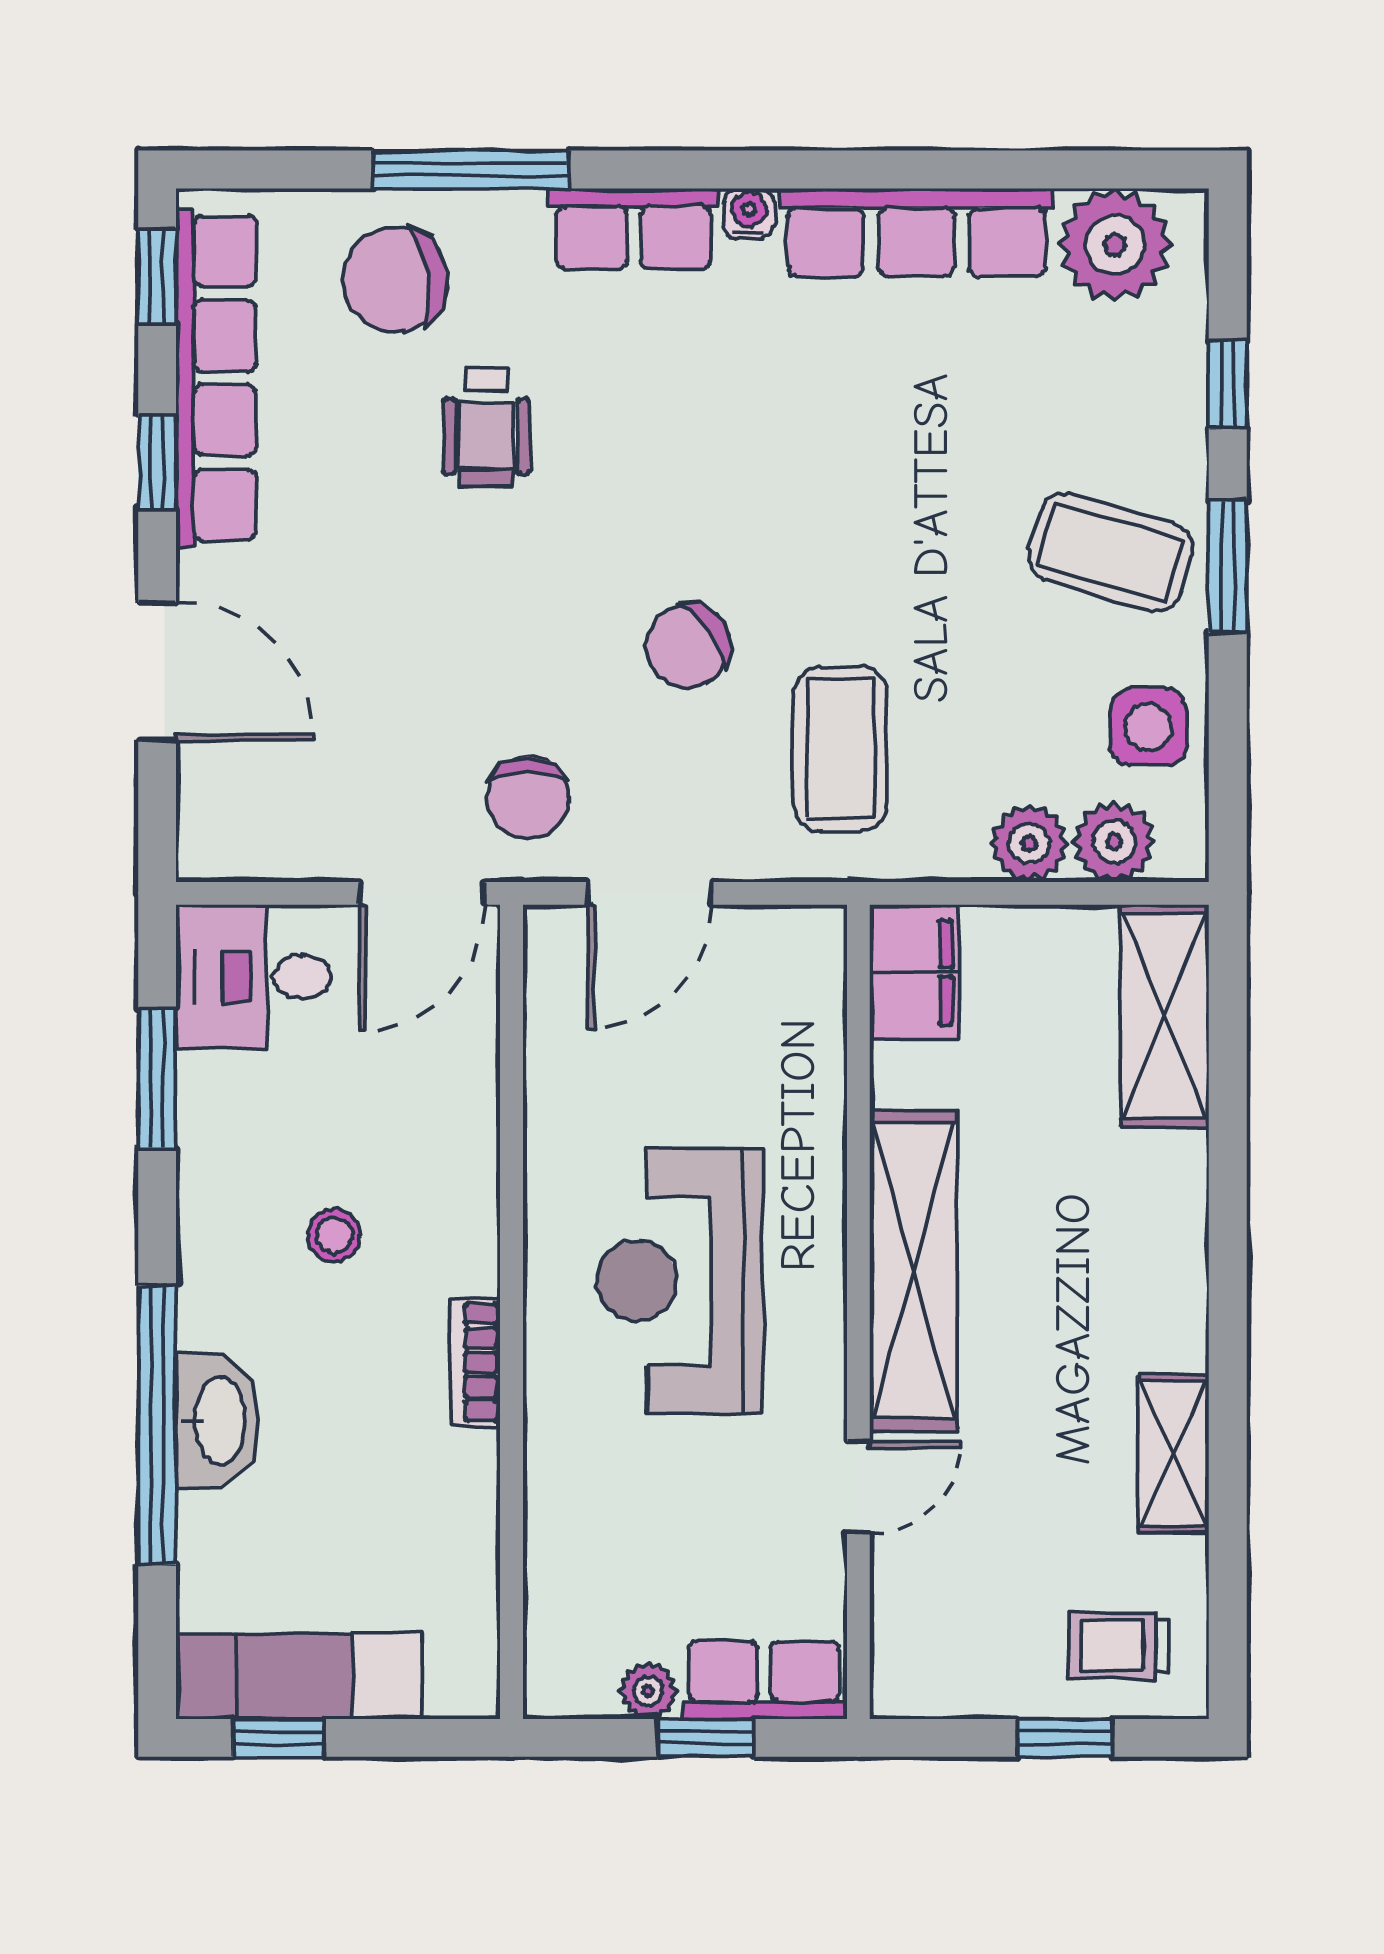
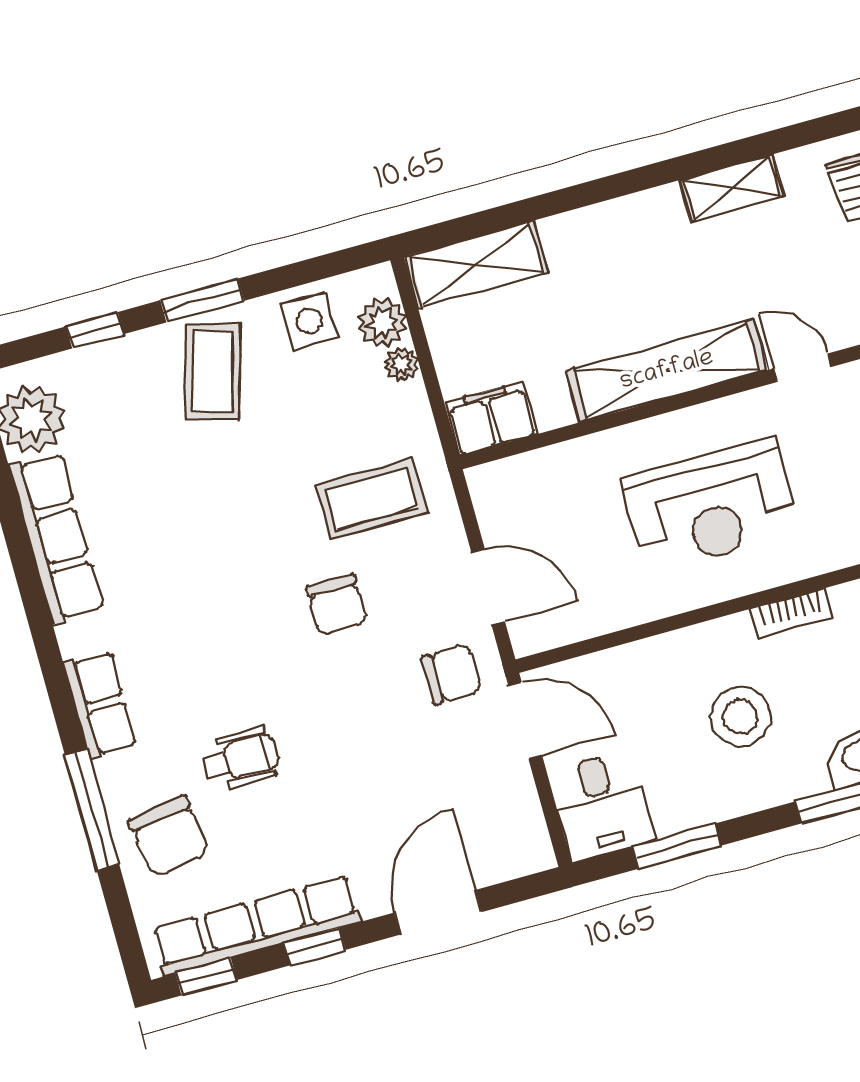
water cooler: (749, 213) -> (73, 639), removed
chair: (688, 646) -> (337, 605), turned 36
plant: (1029, 843) -> (401, 364), width x0.73, depth x0.73
stool: (334, 1236) -> (740, 717), width x1.89, depth x1.89

